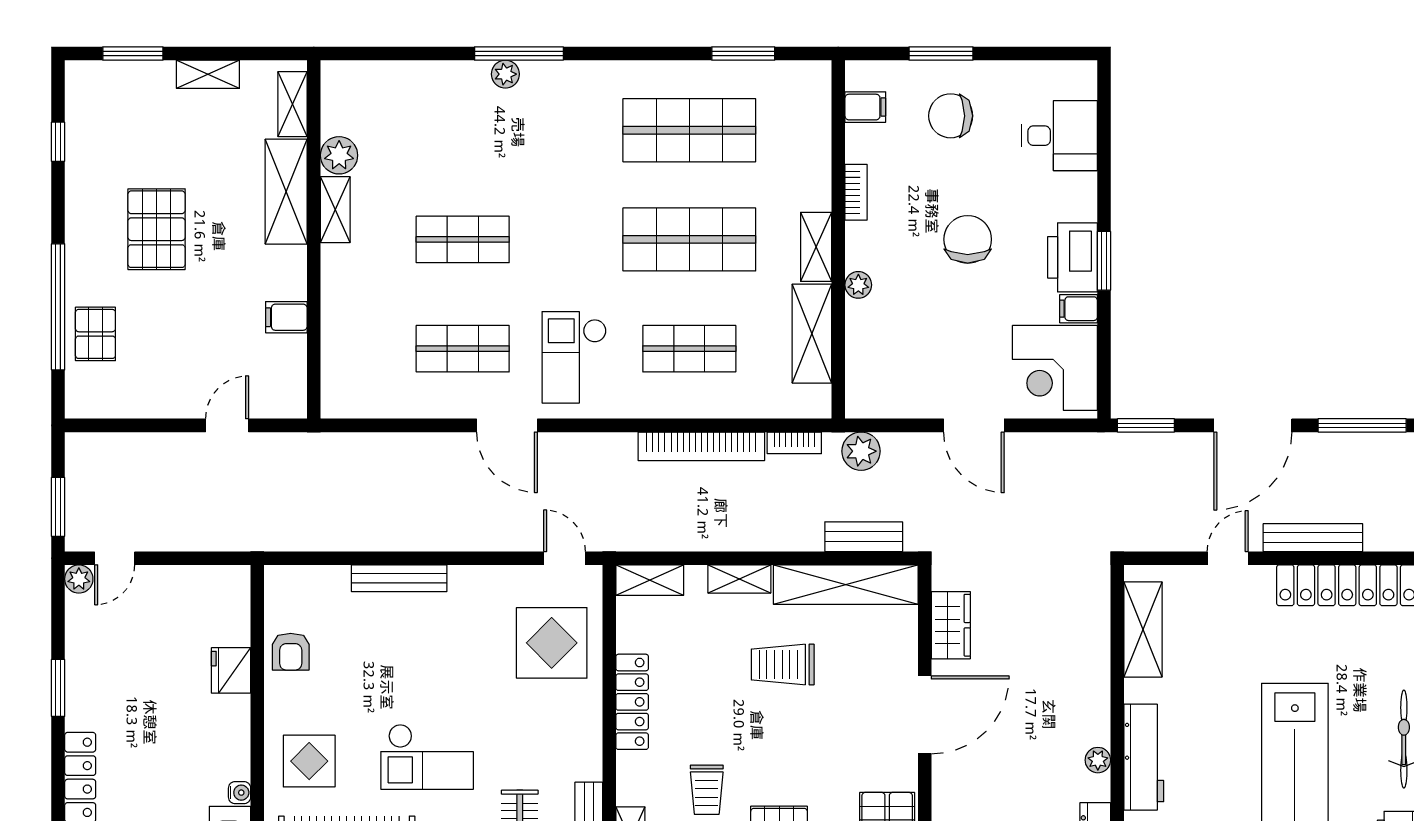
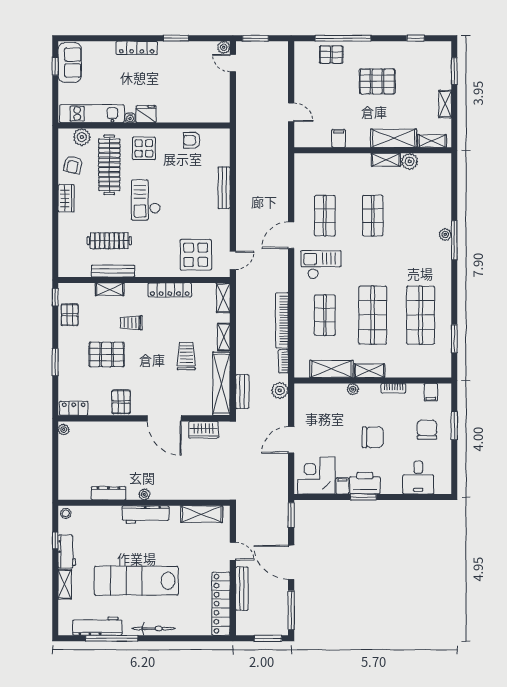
fridge: (231, 670) -> (146, 114), moved

